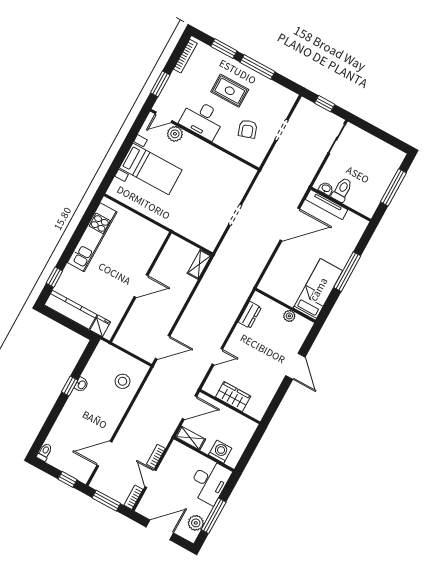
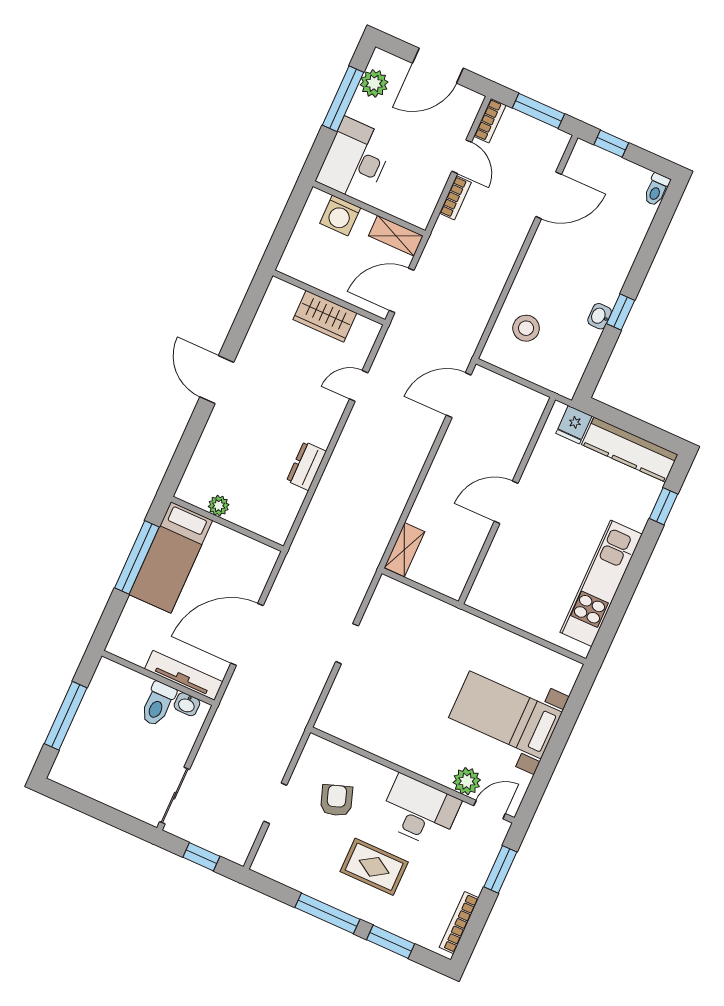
bed: (318, 289) -> (171, 557), moved
wall: (285, 305) -> (227, 524), moved
plant: (289, 316) -> (219, 506), moved

